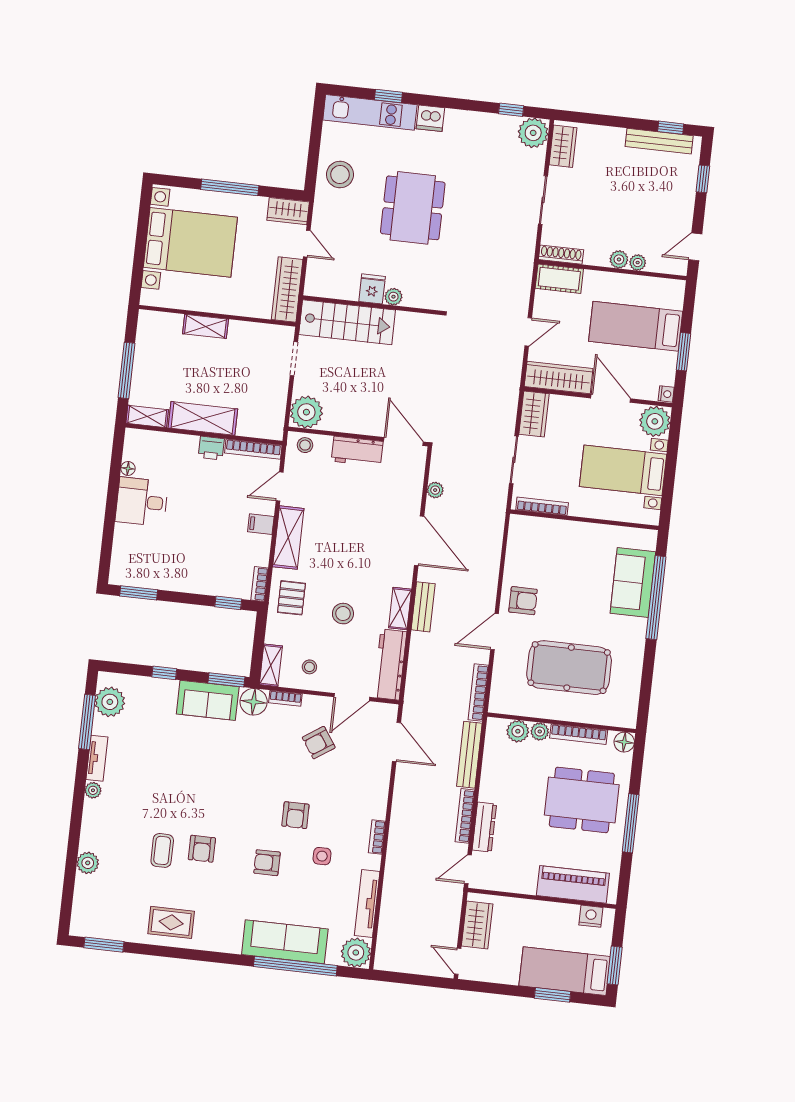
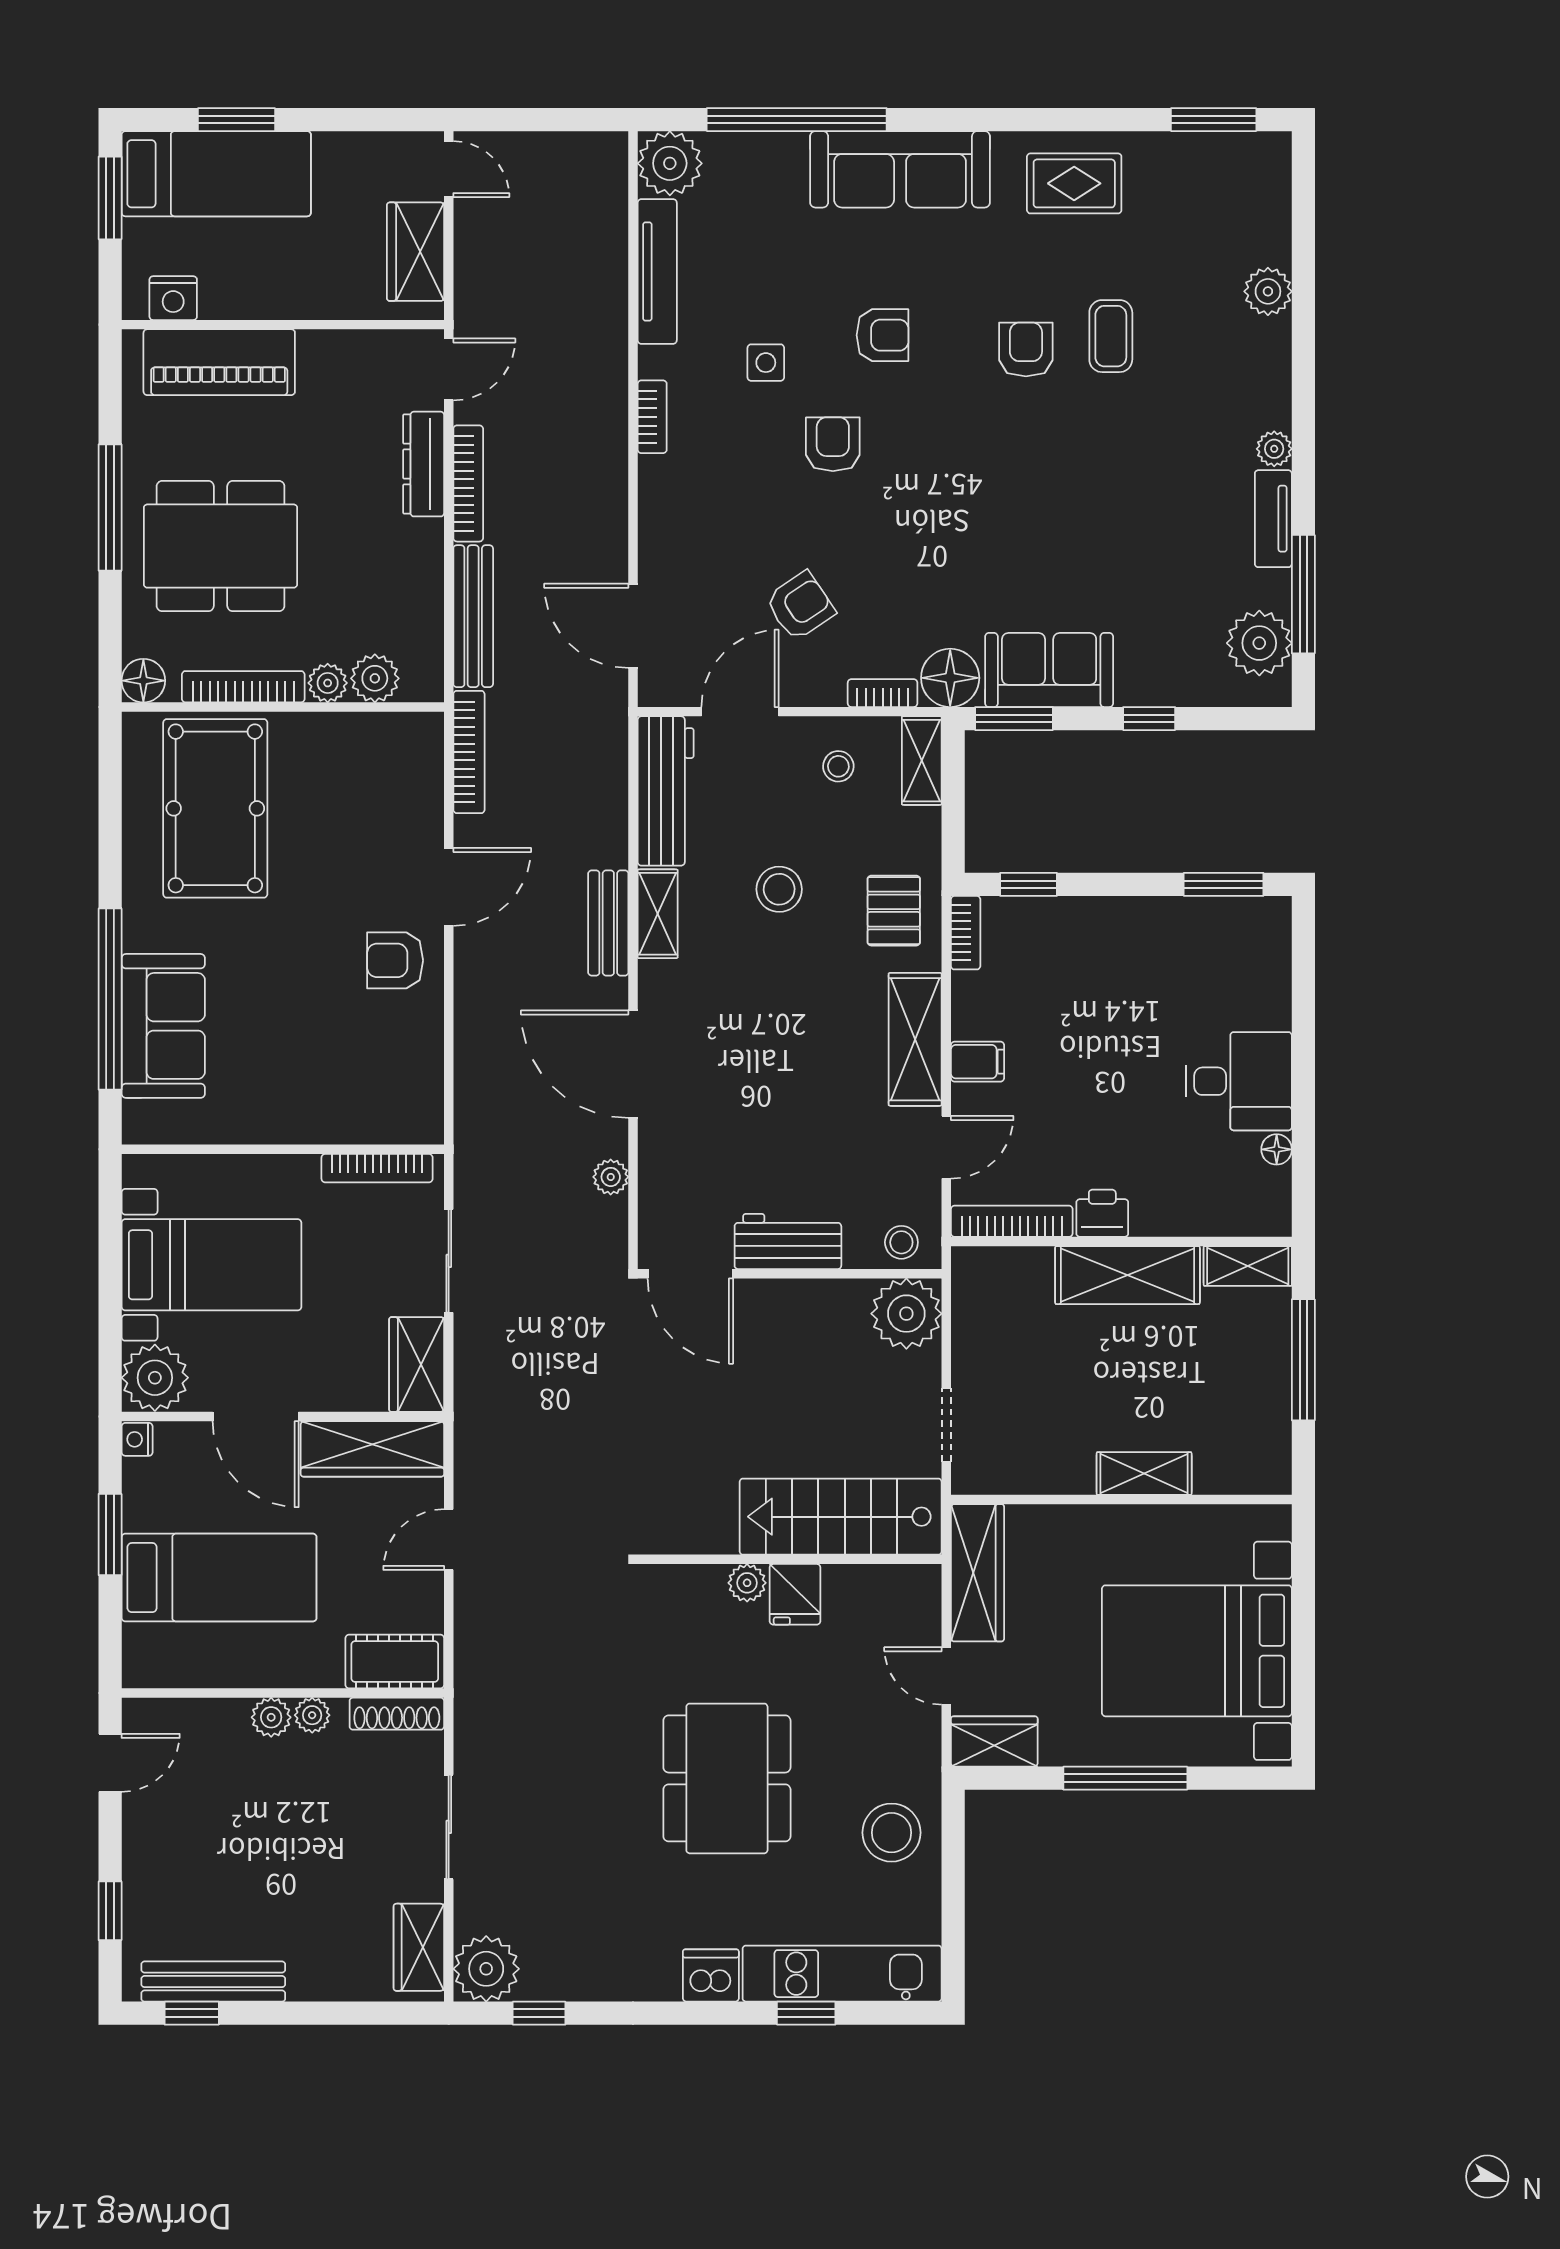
plant: (638, 263) -> (312, 1715), moved
pool table: (569, 668) -> (215, 808), moved, turned 90
sofa: (285, 942) -> (900, 169), moved

